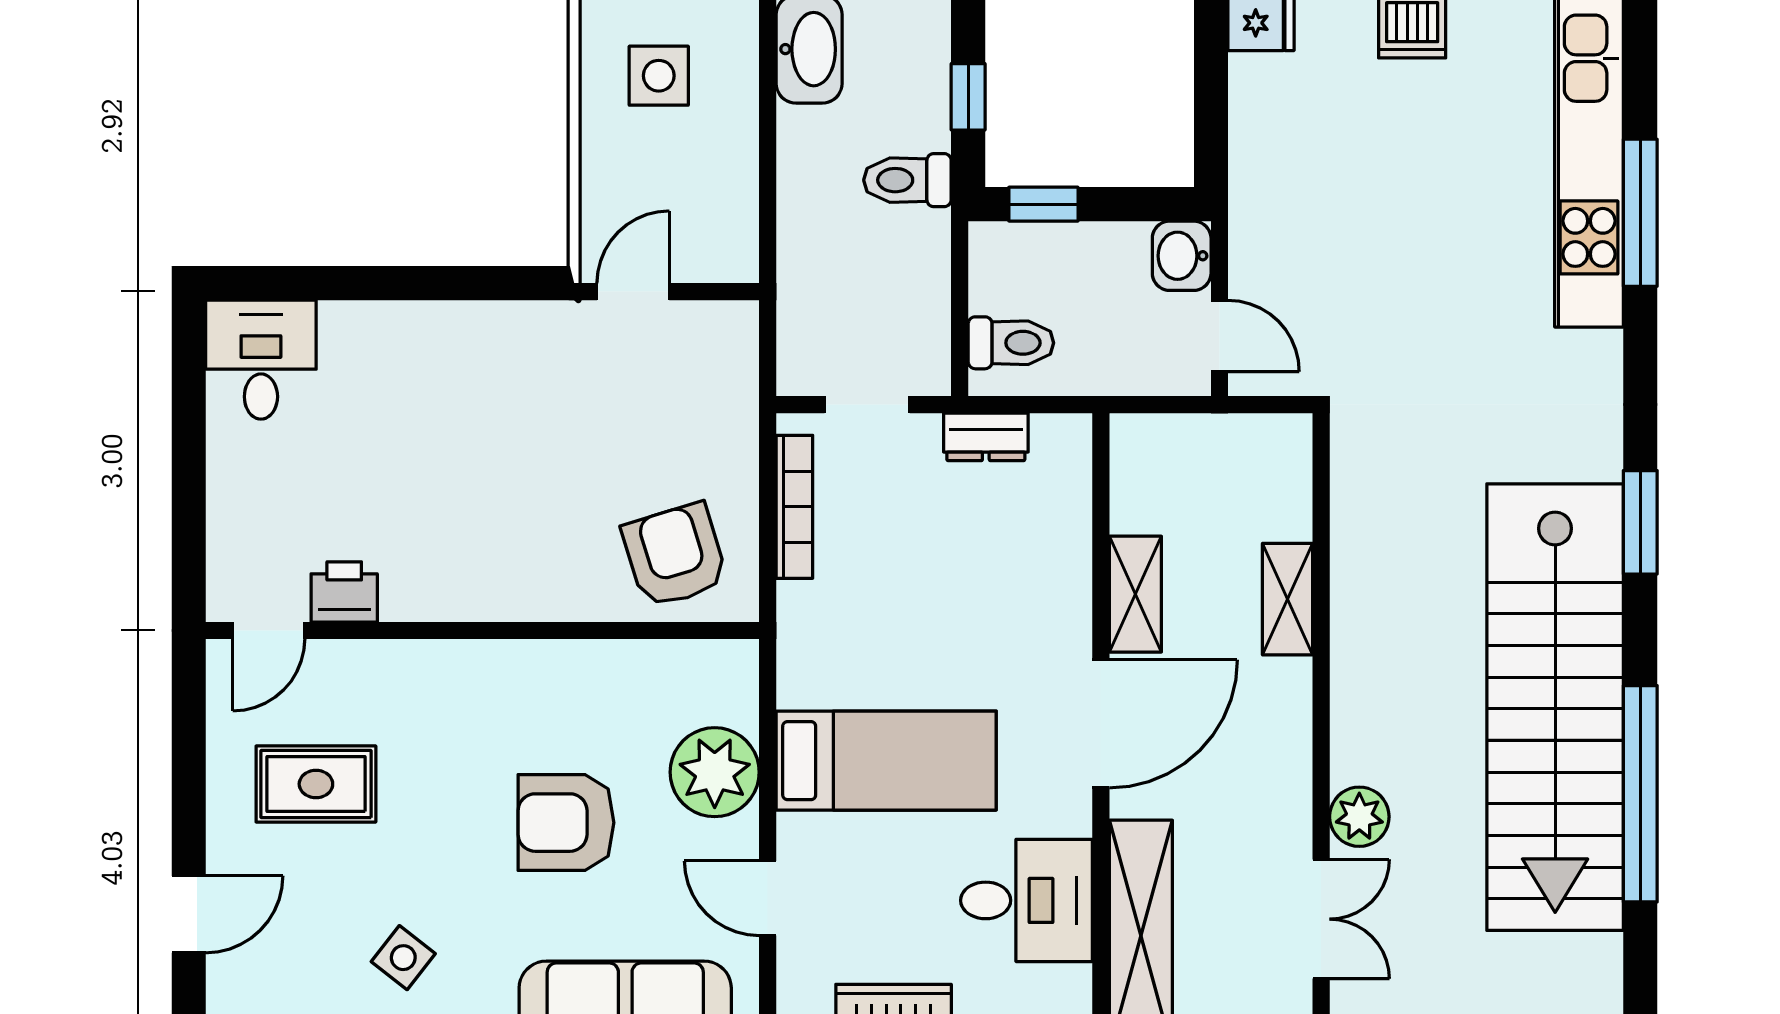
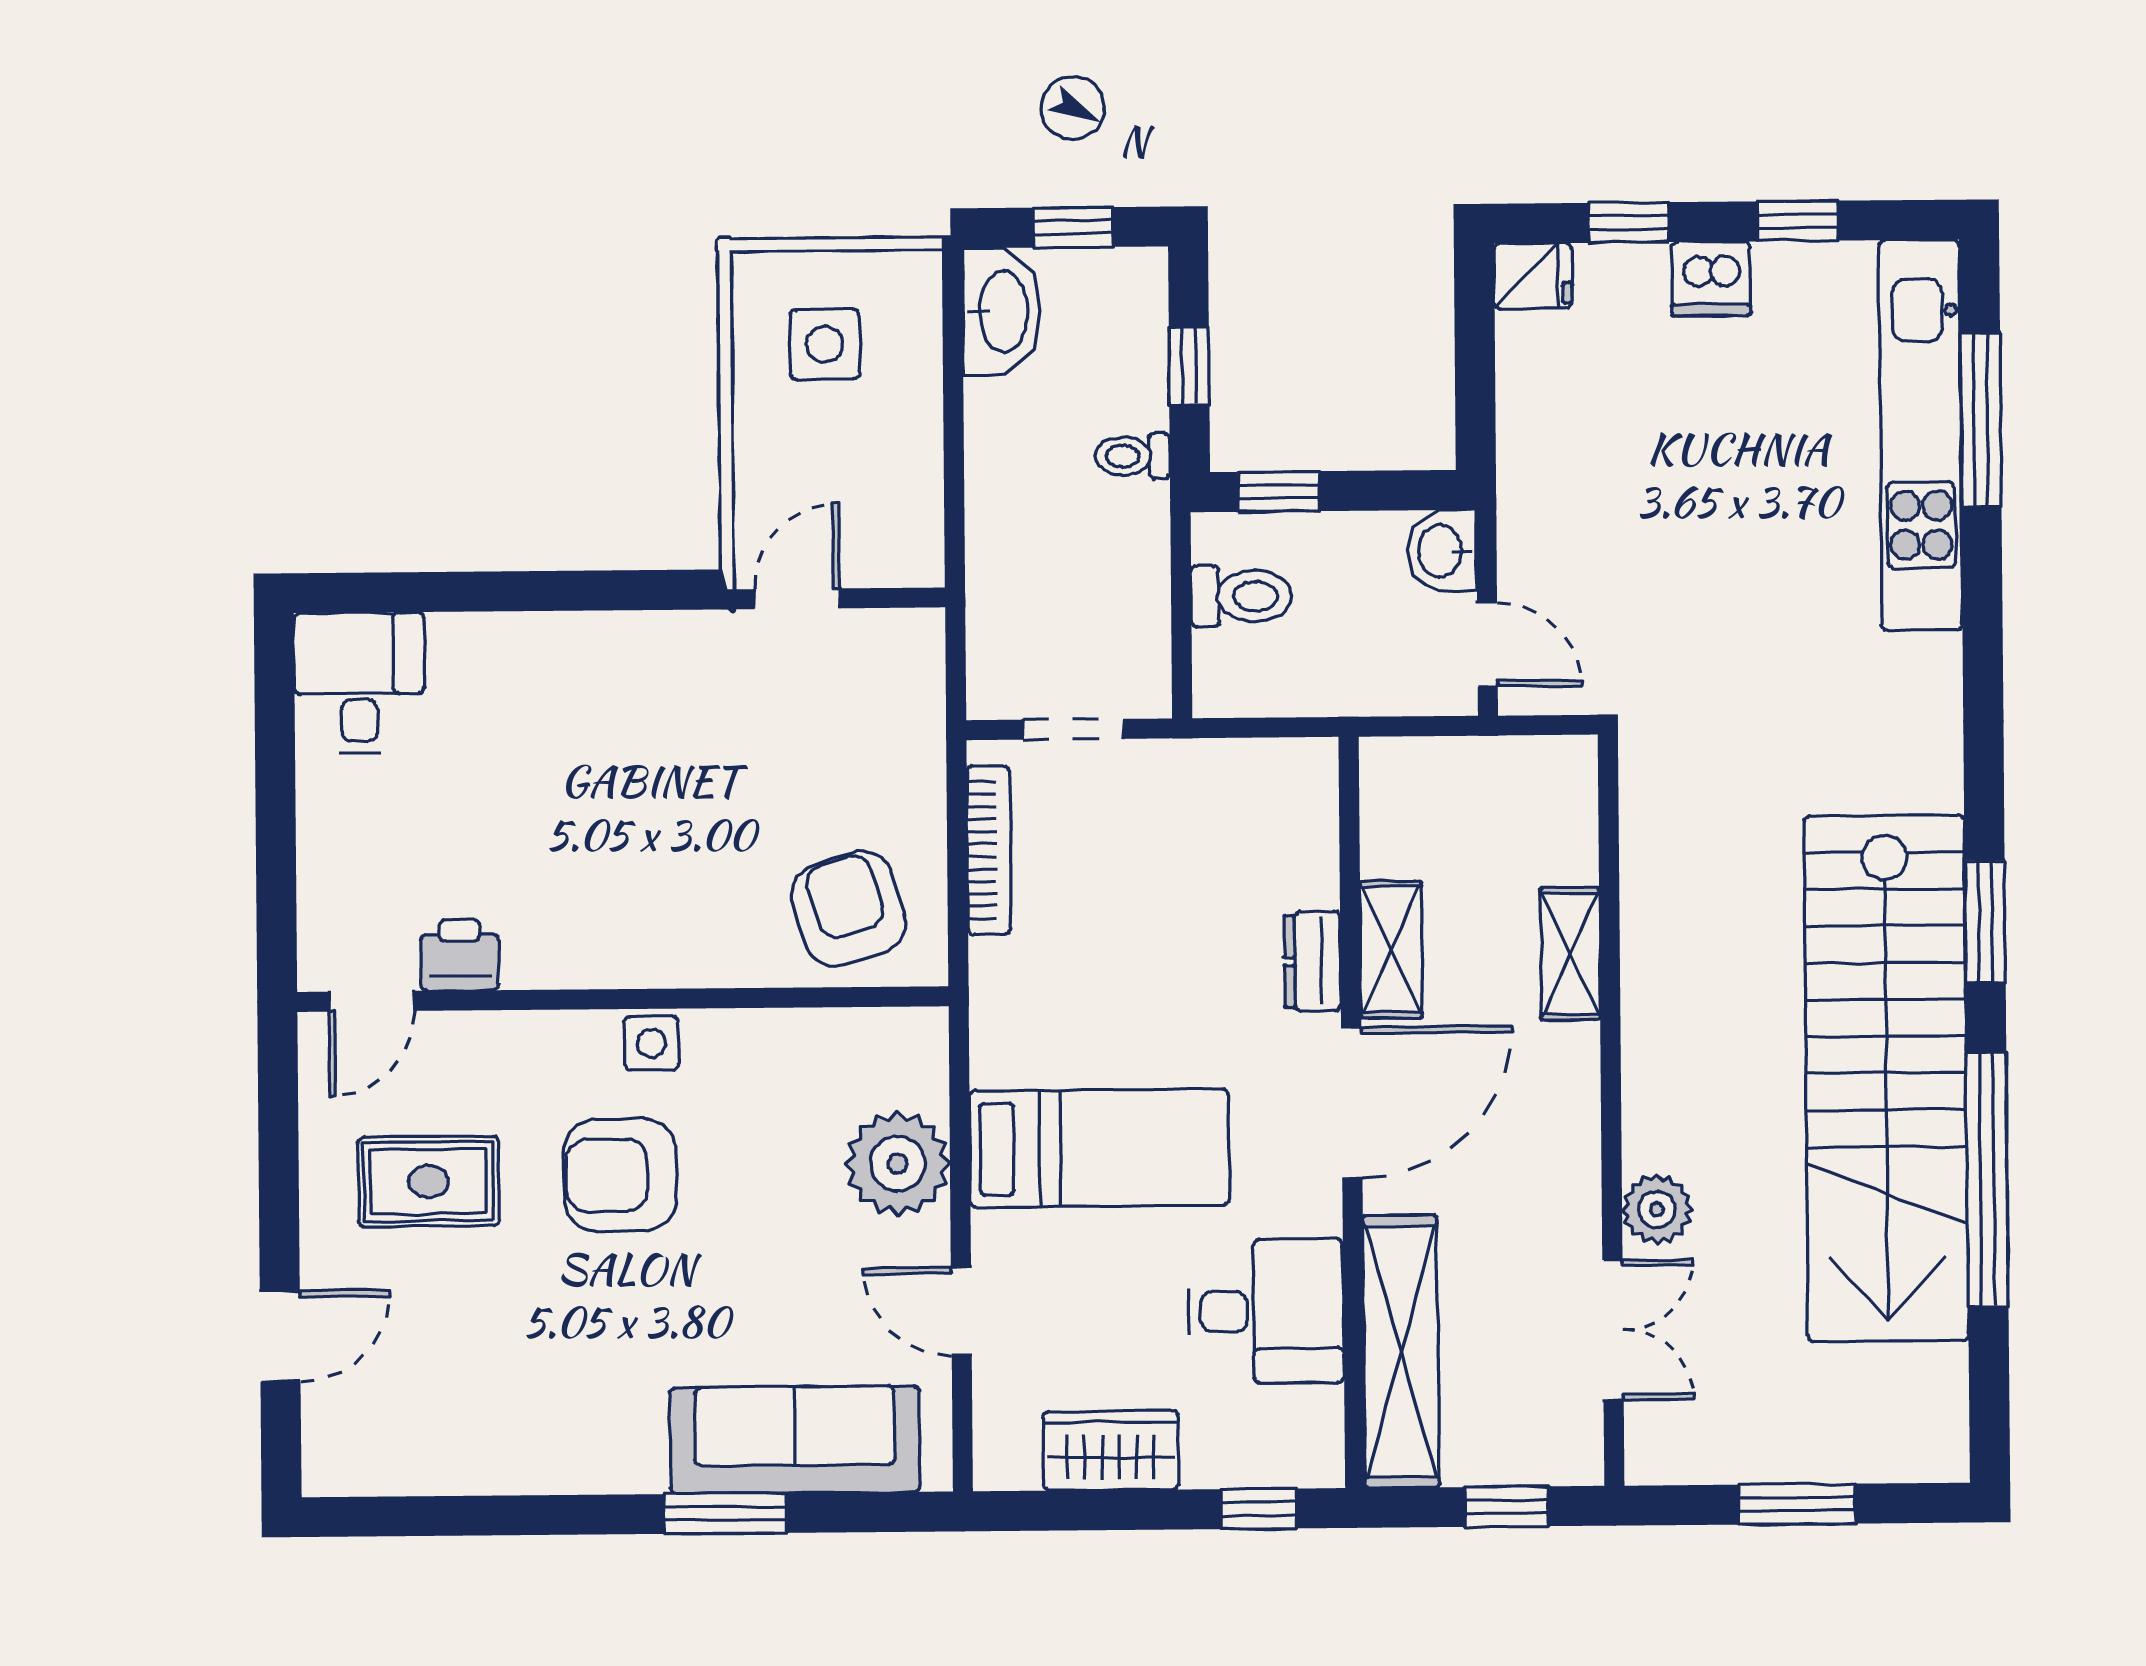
toilet: (907, 180) -> (1133, 456), width x0.73, depth x0.72
window: (1640, 213) -> (1981, 420), moved
toilet: (1011, 343) -> (1241, 596), moved
dresser: (986, 437) -> (1313, 961), moved, turned 90
window: (1640, 522) -> (1985, 922), moved
armchair: (566, 823) -> (620, 1175), moved
side table: (403, 958) -> (651, 1043), moved, turned -38

